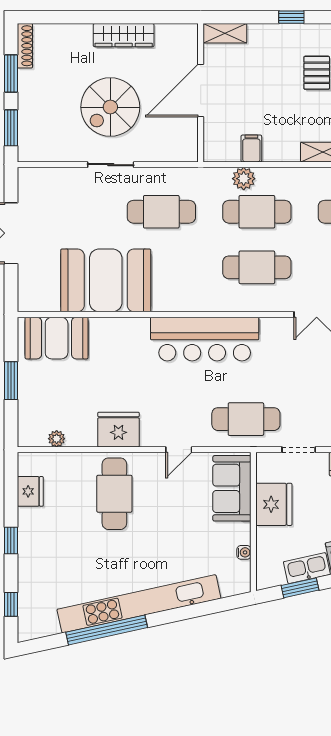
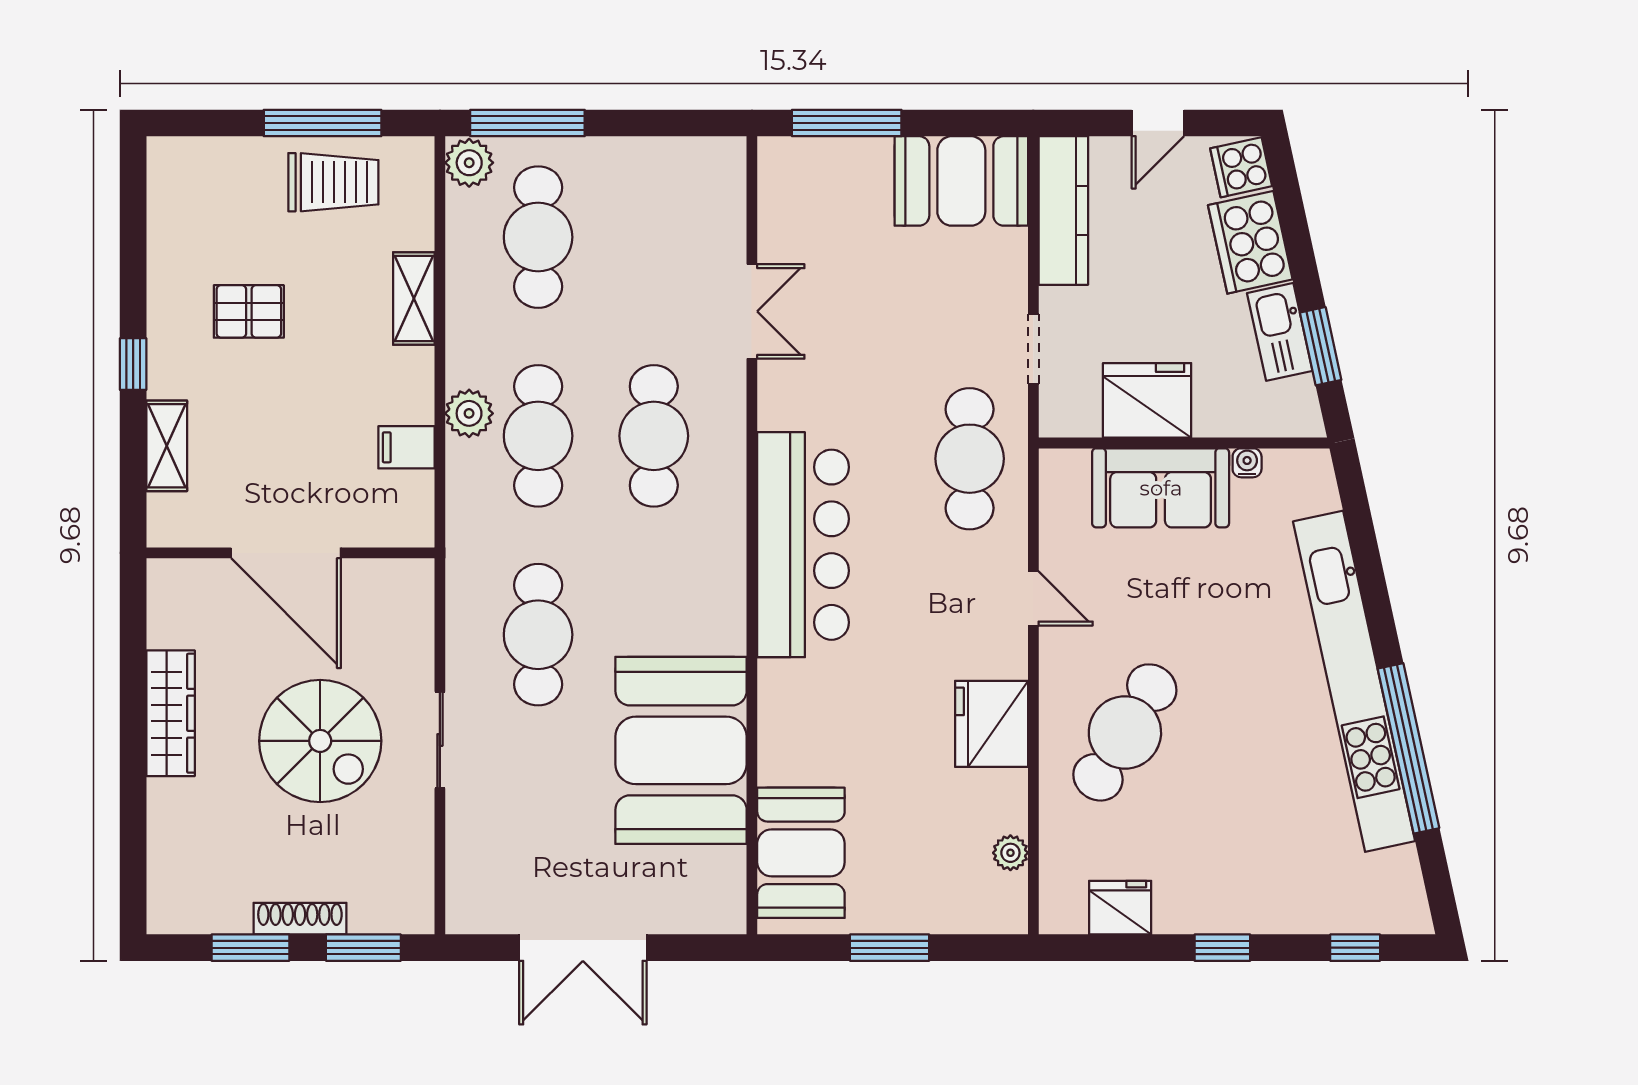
shelving: (225, 33) -> (167, 446), moved
shoe rack: (25, 46) -> (300, 919), moved
plant: (244, 179) -> (469, 413), moved
sofa: (232, 488) -> (1161, 488), moved
cafe table: (114, 494) -> (1125, 732), turned -59

